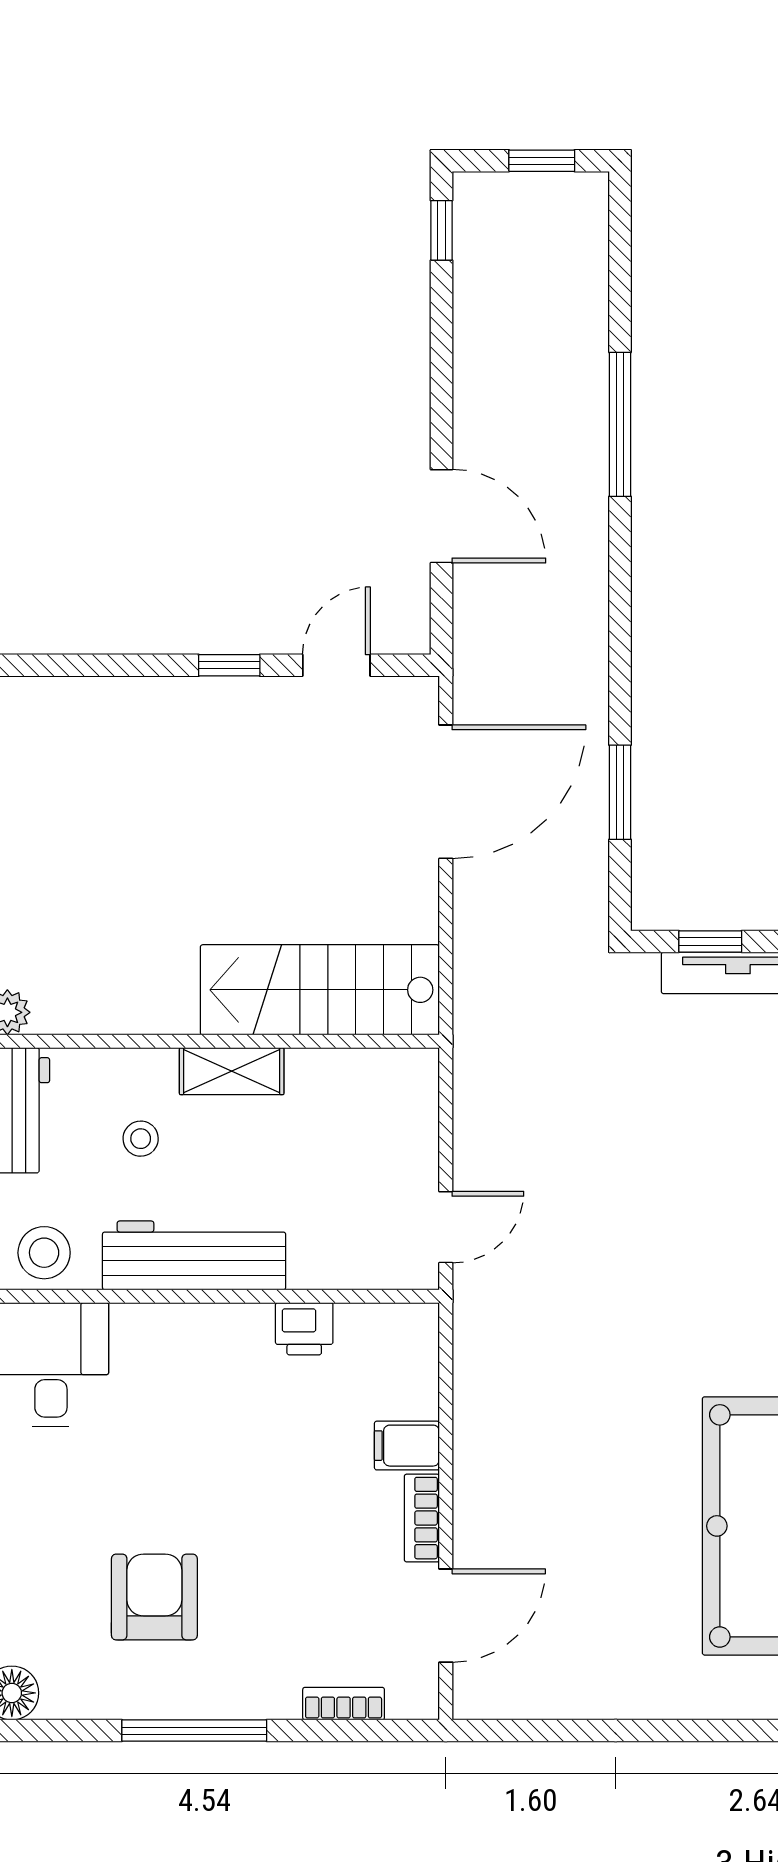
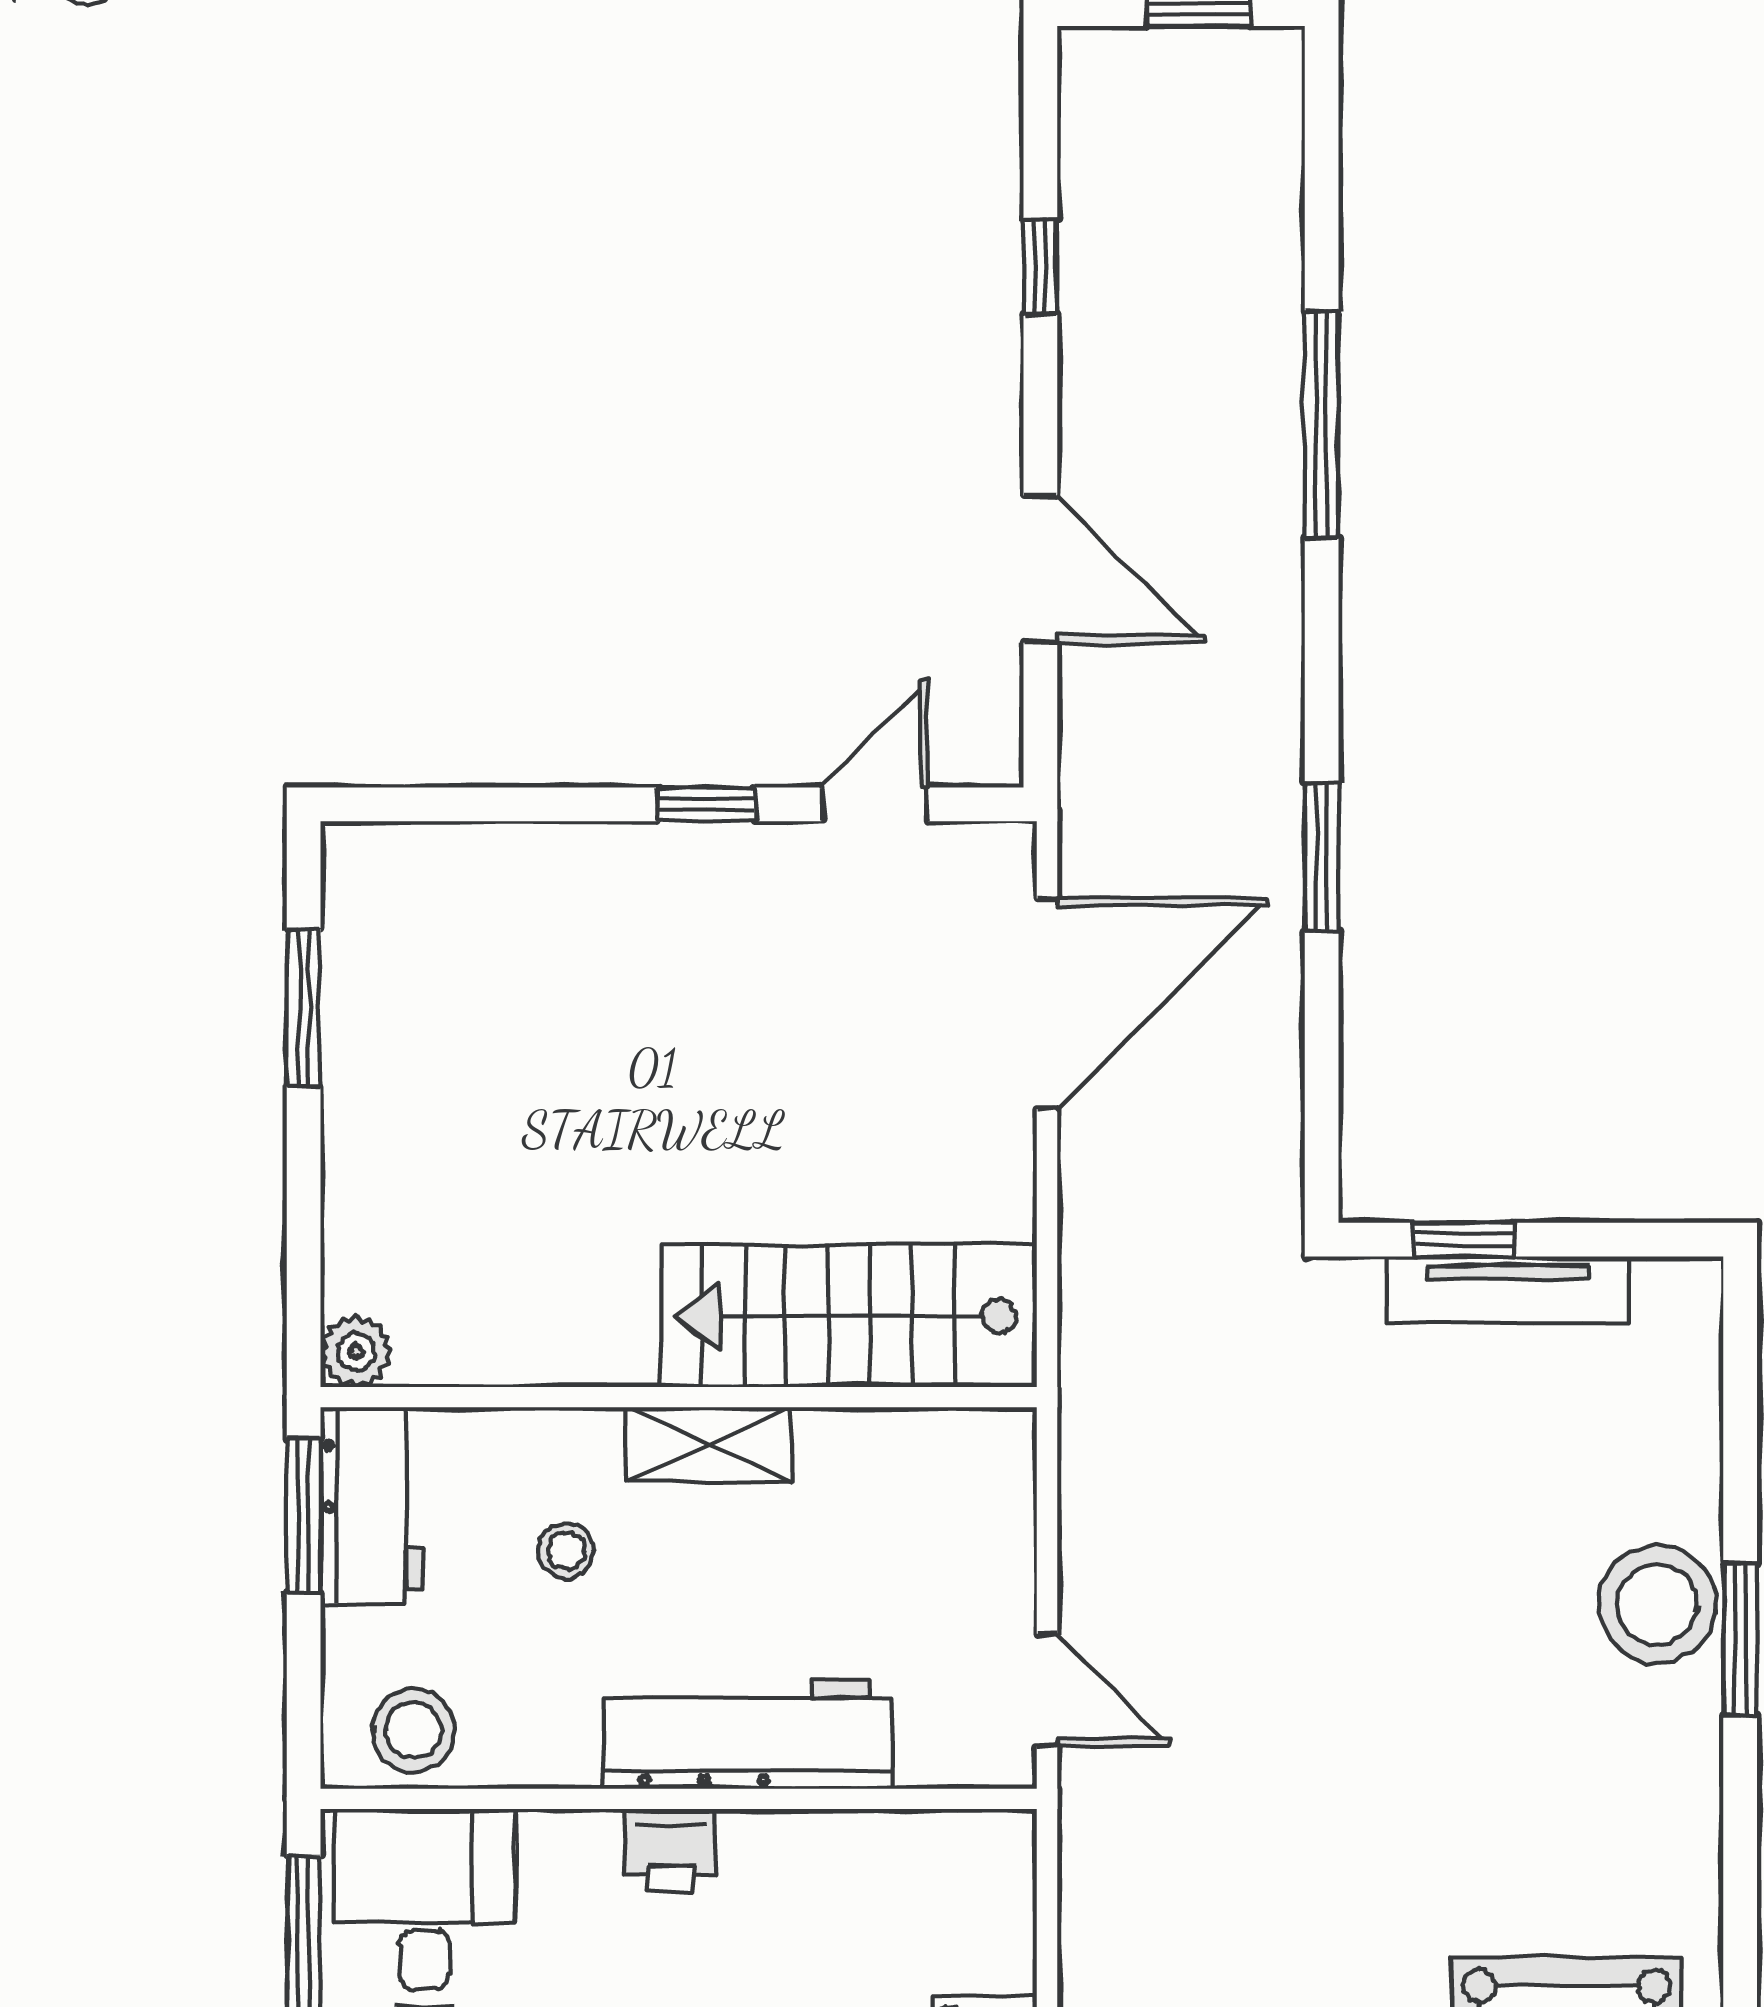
window: (441, 230) -> (1040, 267), moved
window: (620, 792) -> (1322, 857), moved
door: (446, 1227) -> (1047, 1690), hinge flipped
workbench: (194, 1255) -> (748, 1735), moved
printer: (304, 1329) -> (671, 1850), moved

